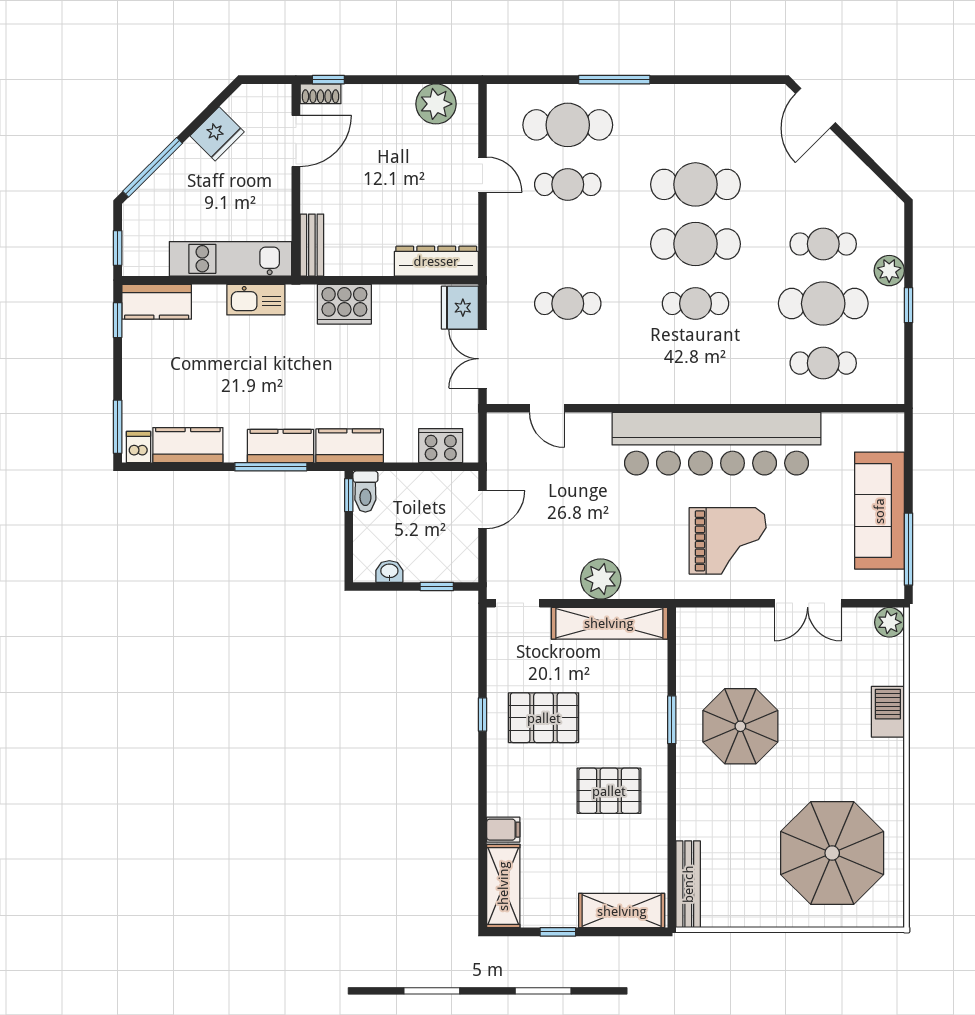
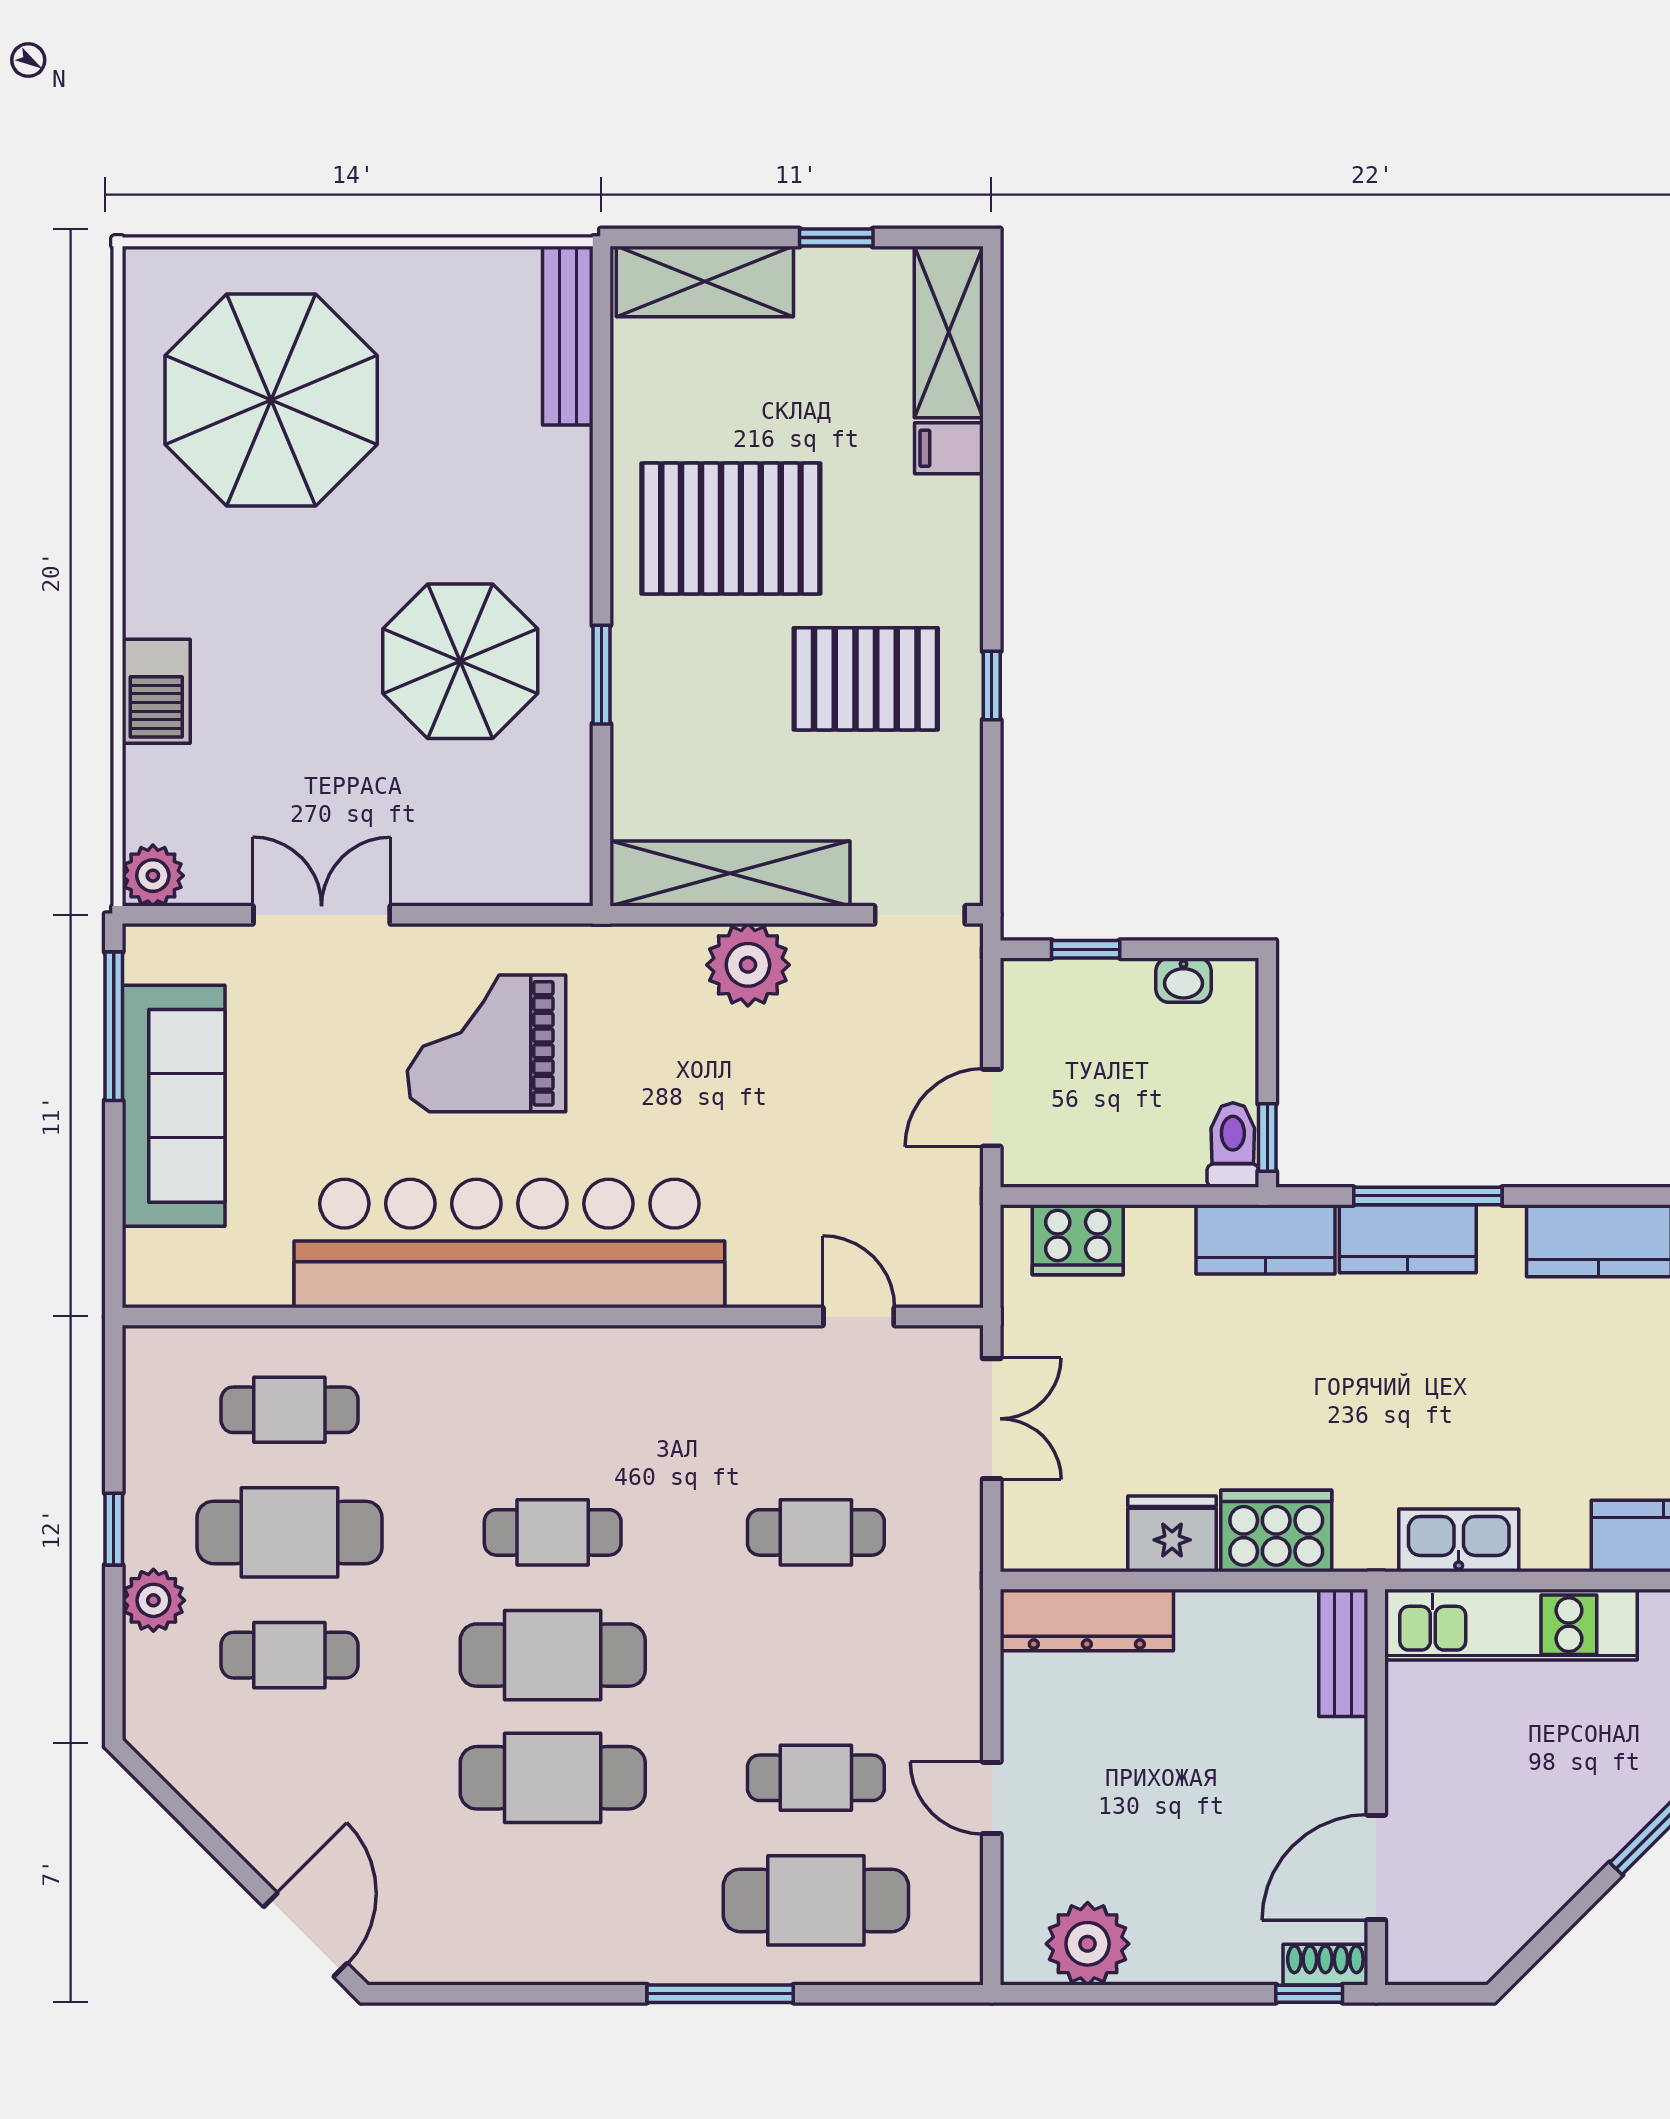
fridge: (217, 134) -> (1539, 1882), removed
fridge: (460, 308) -> (1172, 1534), moved, turned -90
pallet: (609, 791) -> (731, 528), width x1.37, depth x1.41

